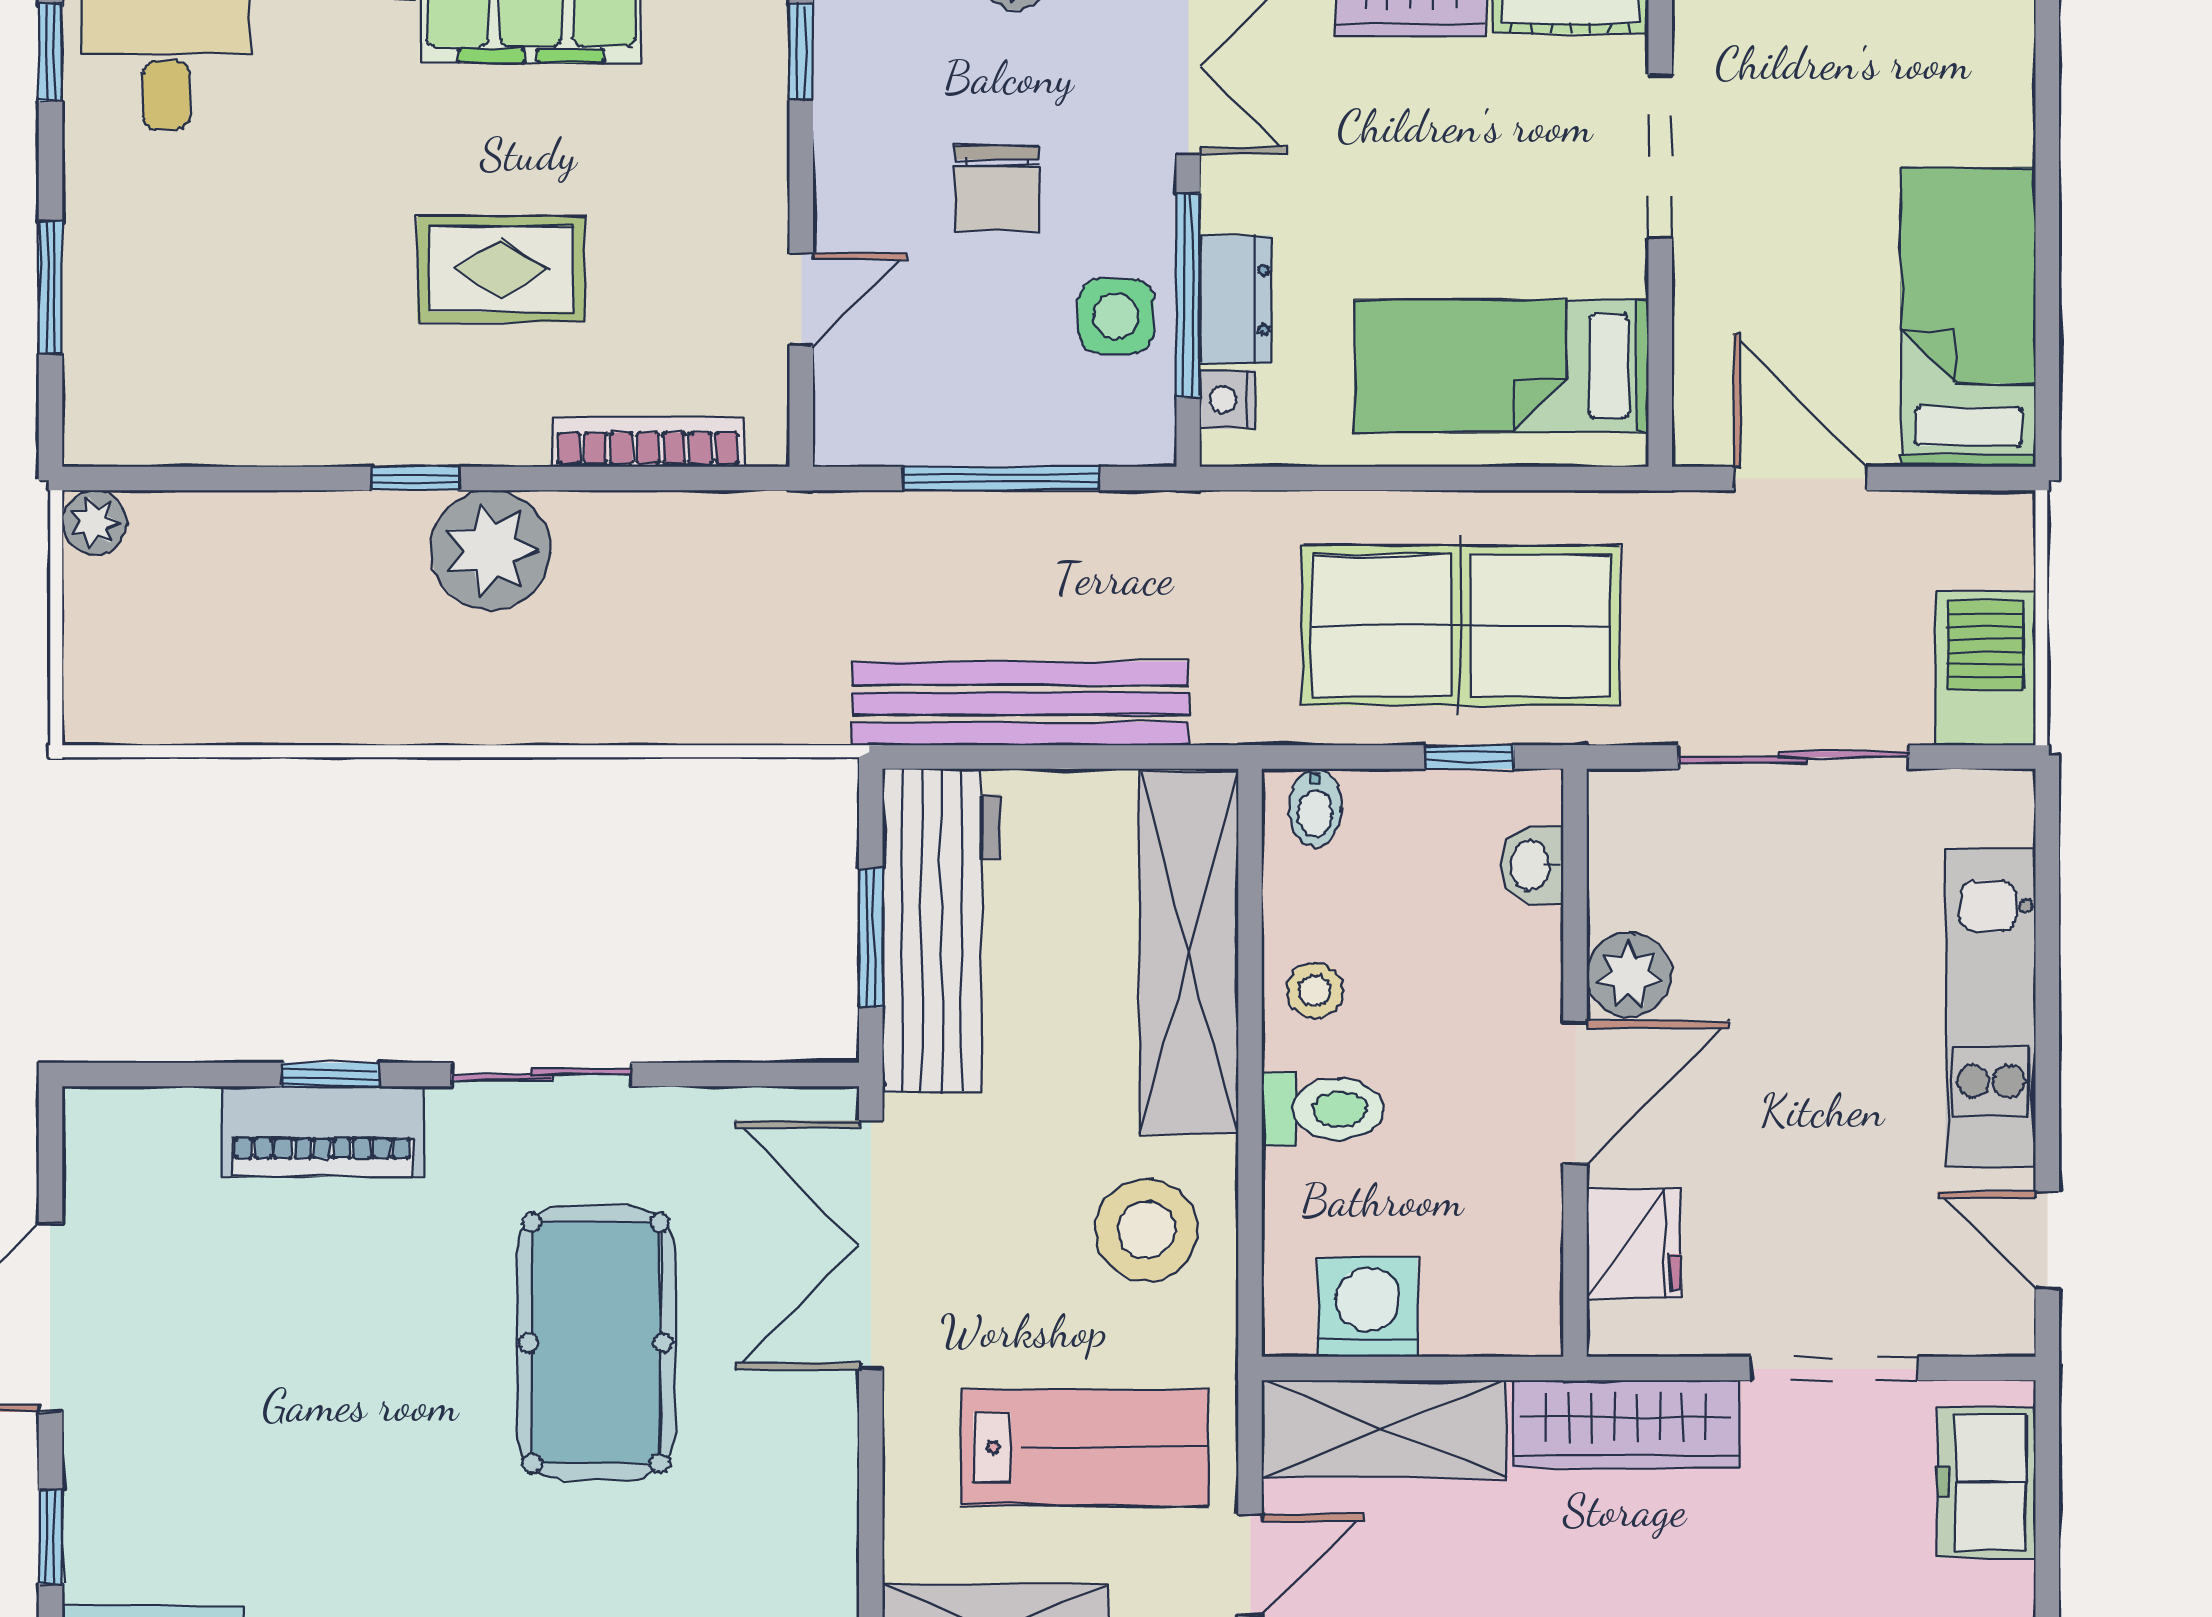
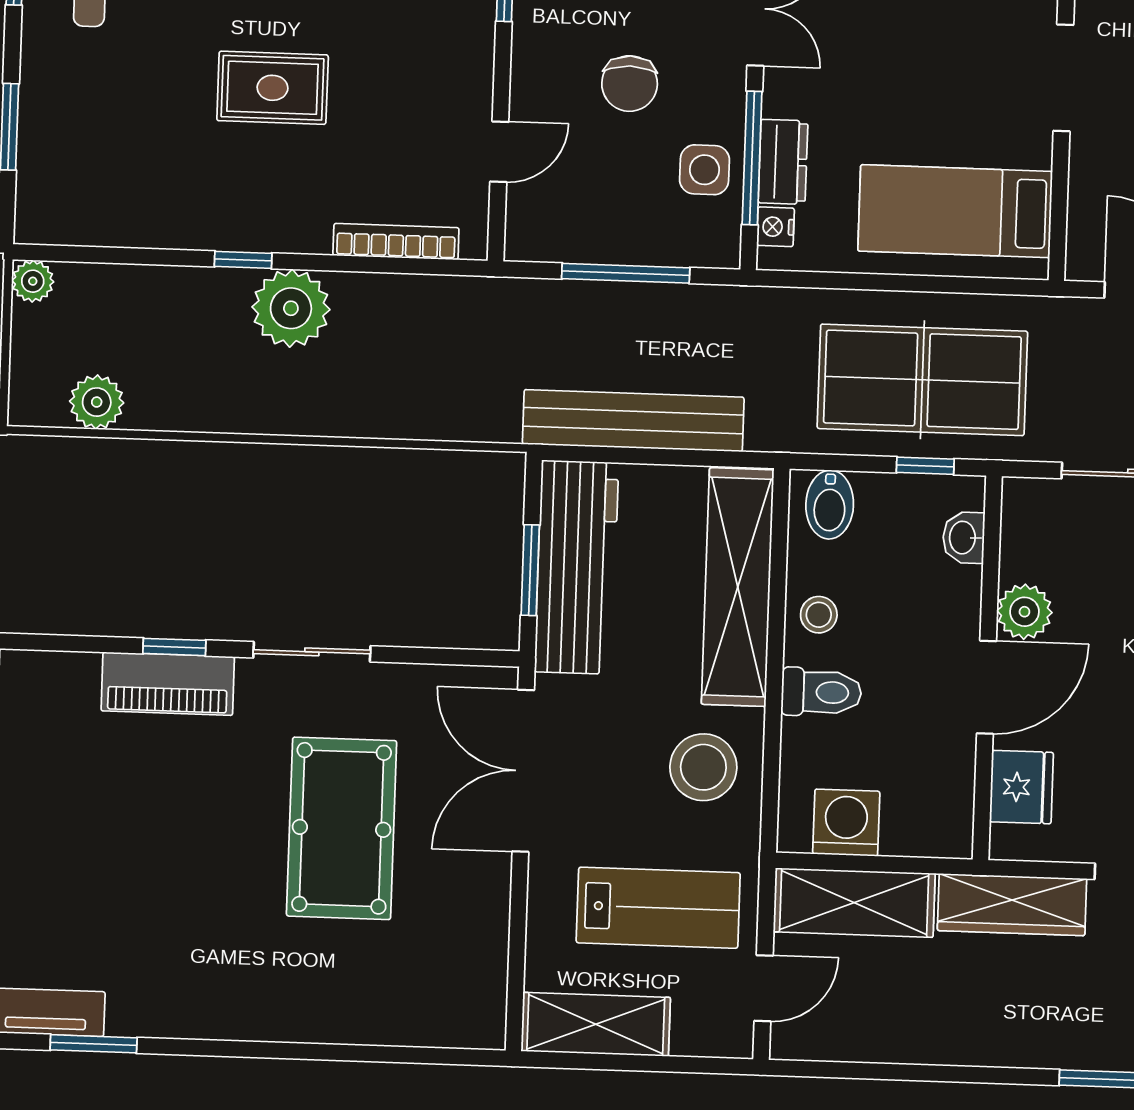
rug: (501, 269) -> (273, 88), moved
plant: (199, 704) -> (97, 402), added
bidet: (1315, 808) -> (830, 505), width x1.38, depth x1.36

